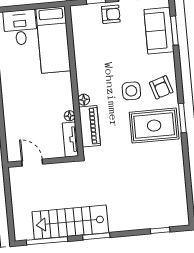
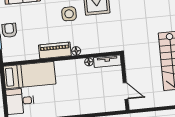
piano: (90, 126) -> (55, 50), moved
door: (32, 163) -> (126, 91), swing flipped

